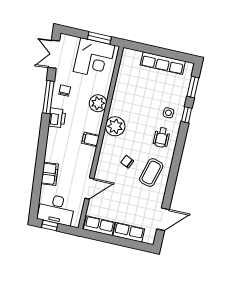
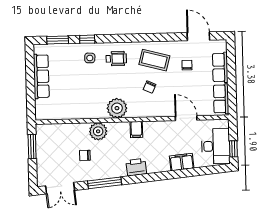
corner desk: (94, 58) -> (54, 147), removed
chair: (65, 91) -> (85, 155), moved
printer: (57, 118) -> (136, 167), moved
chair: (139, 202) -> (187, 65), added

